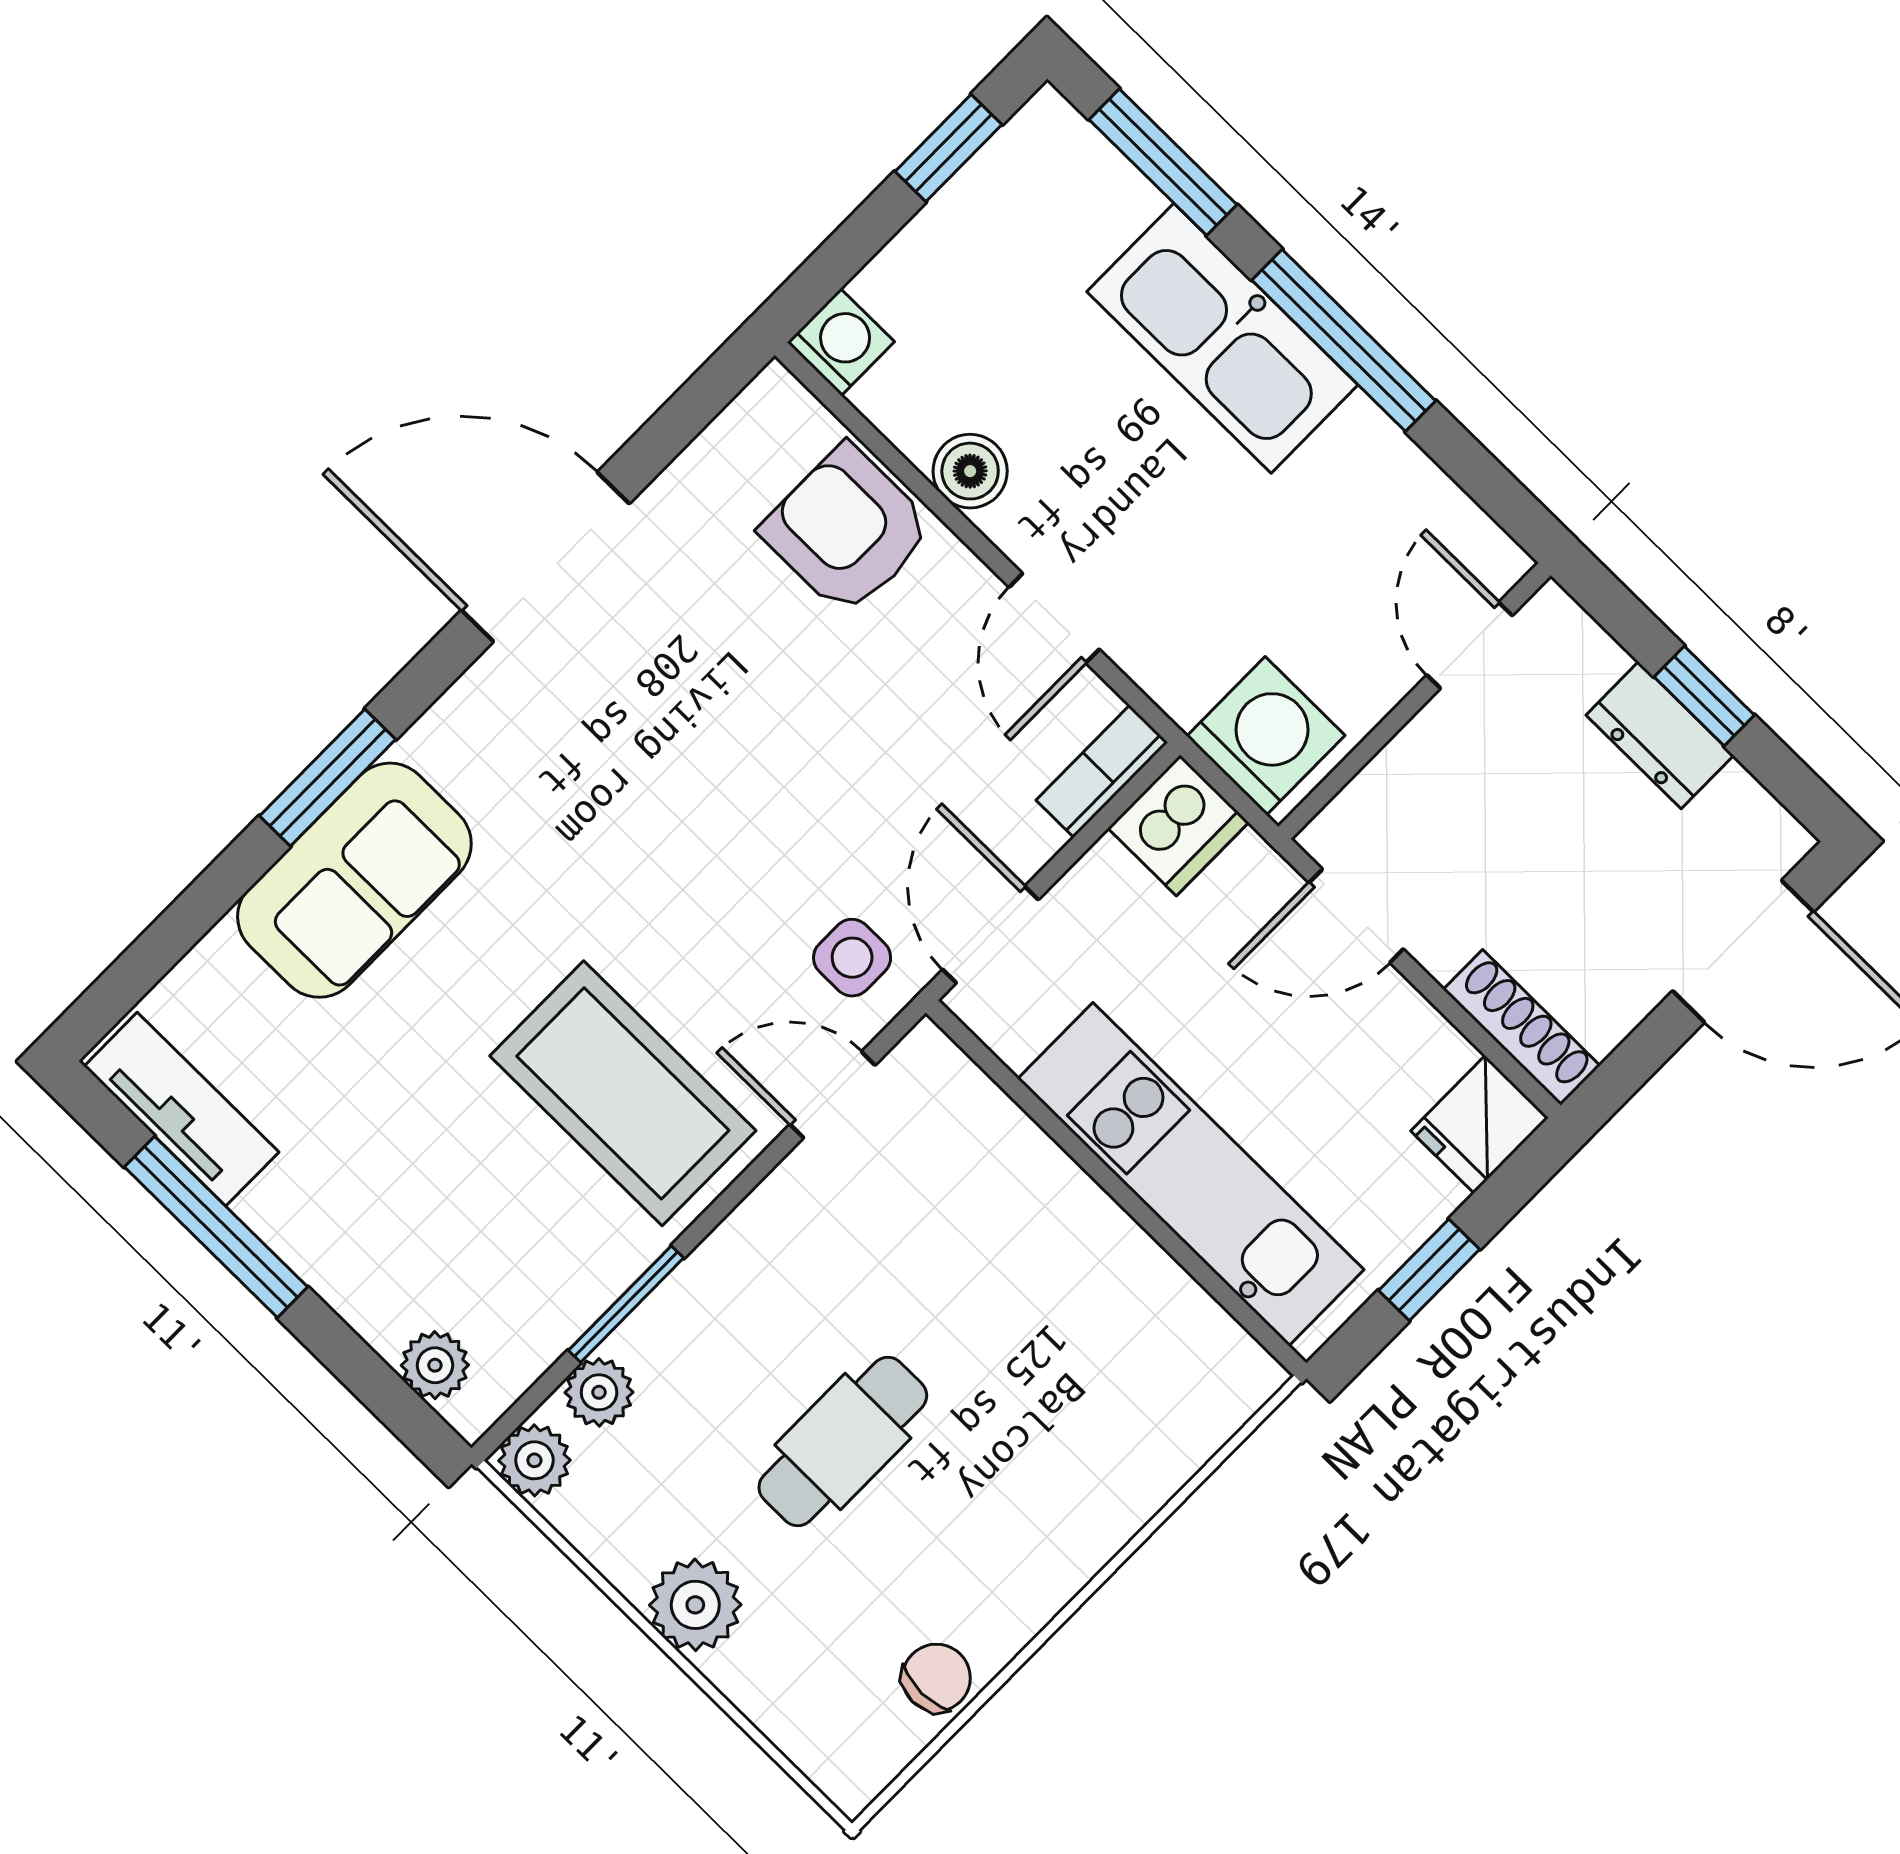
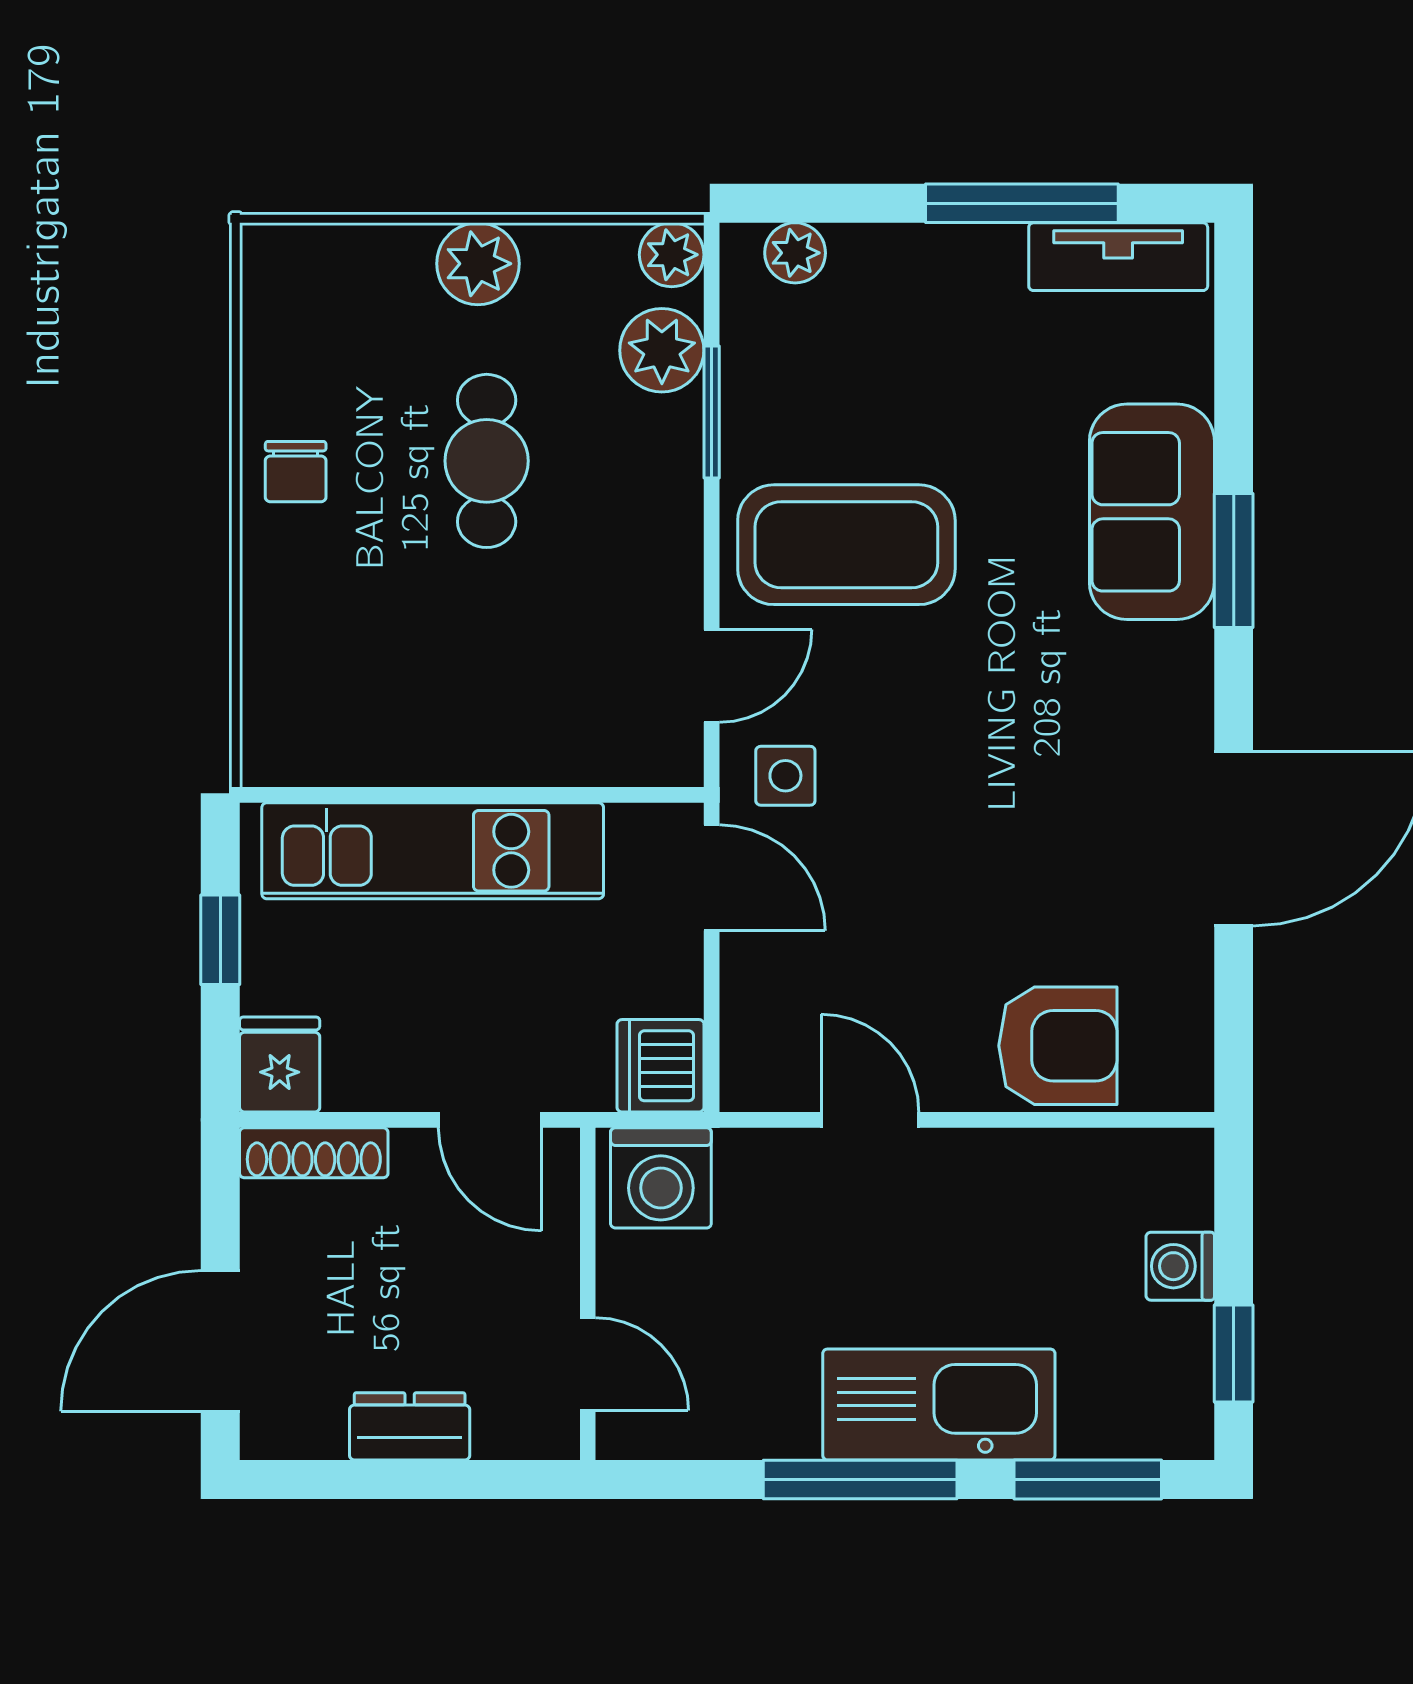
washing machine: (841, 342) -> (1180, 1266), moved, turned 90
boiler: (970, 471) -> (1016, 1161), removed
window: (1704, 696) -> (406, 1480), removed
bookcase: (1102, 771) -> (743, 1052), removed
door: (1356, 916) -> (490, 1120), swing flipped
plant: (599, 1392) -> (662, 350), width x1.38, depth x1.38
chair: (936, 1678) -> (296, 472), moved

